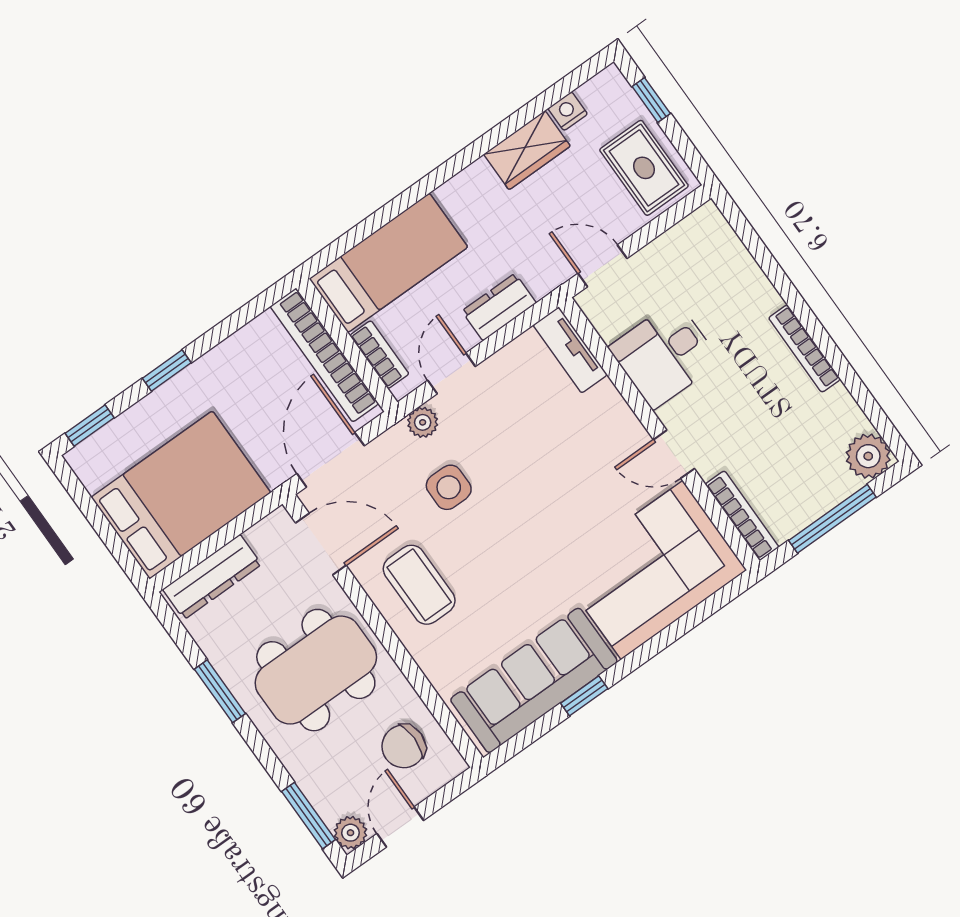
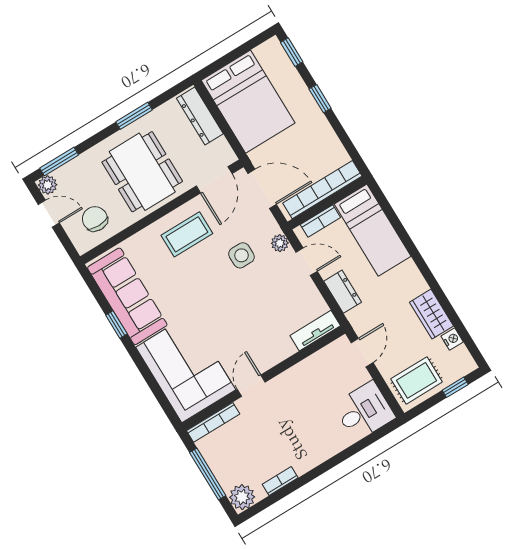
bookcase: (804, 349) -> (280, 481), moved, width x0.64
desk: (664, 355) -> (364, 411), moved, turned 90

